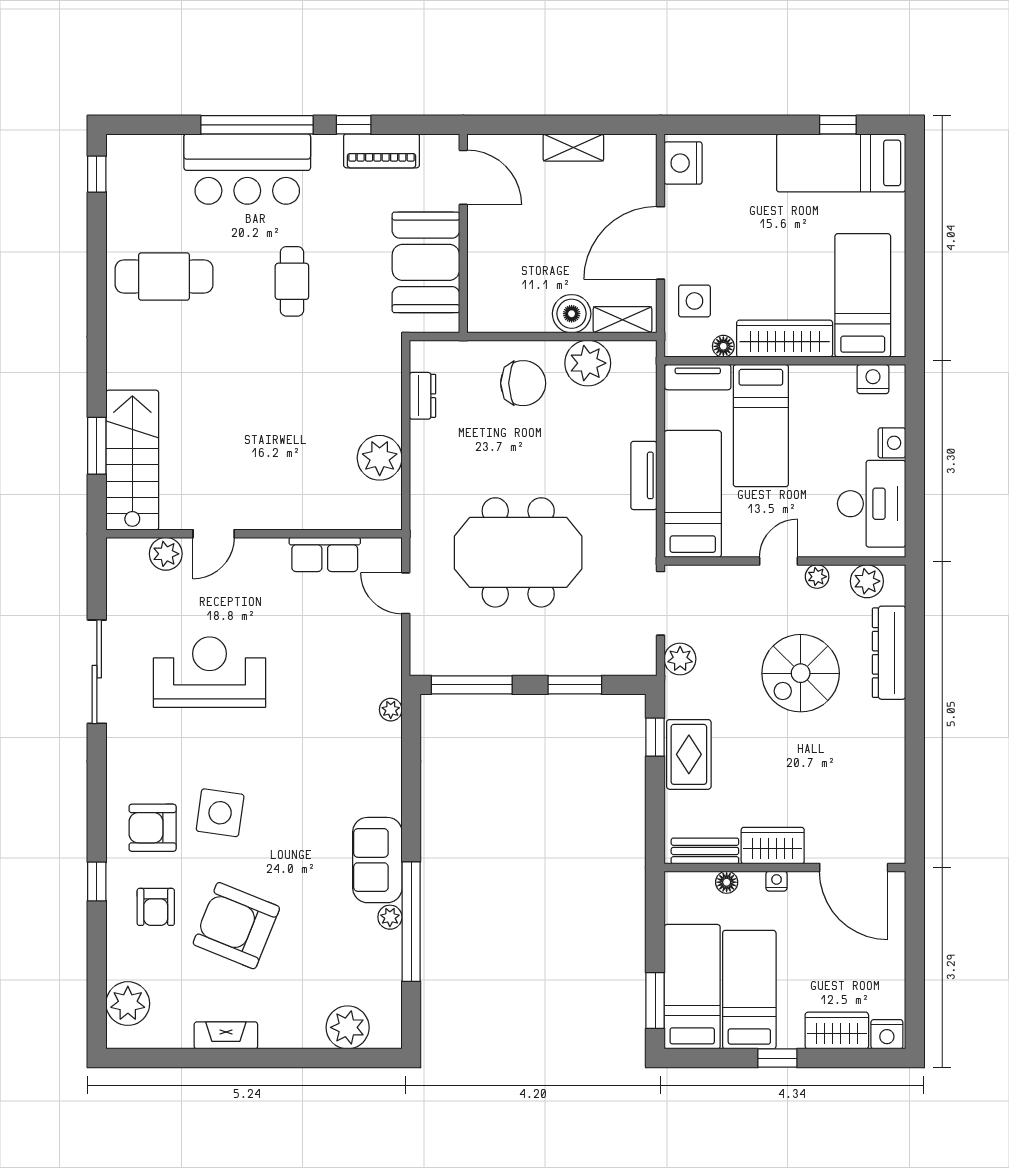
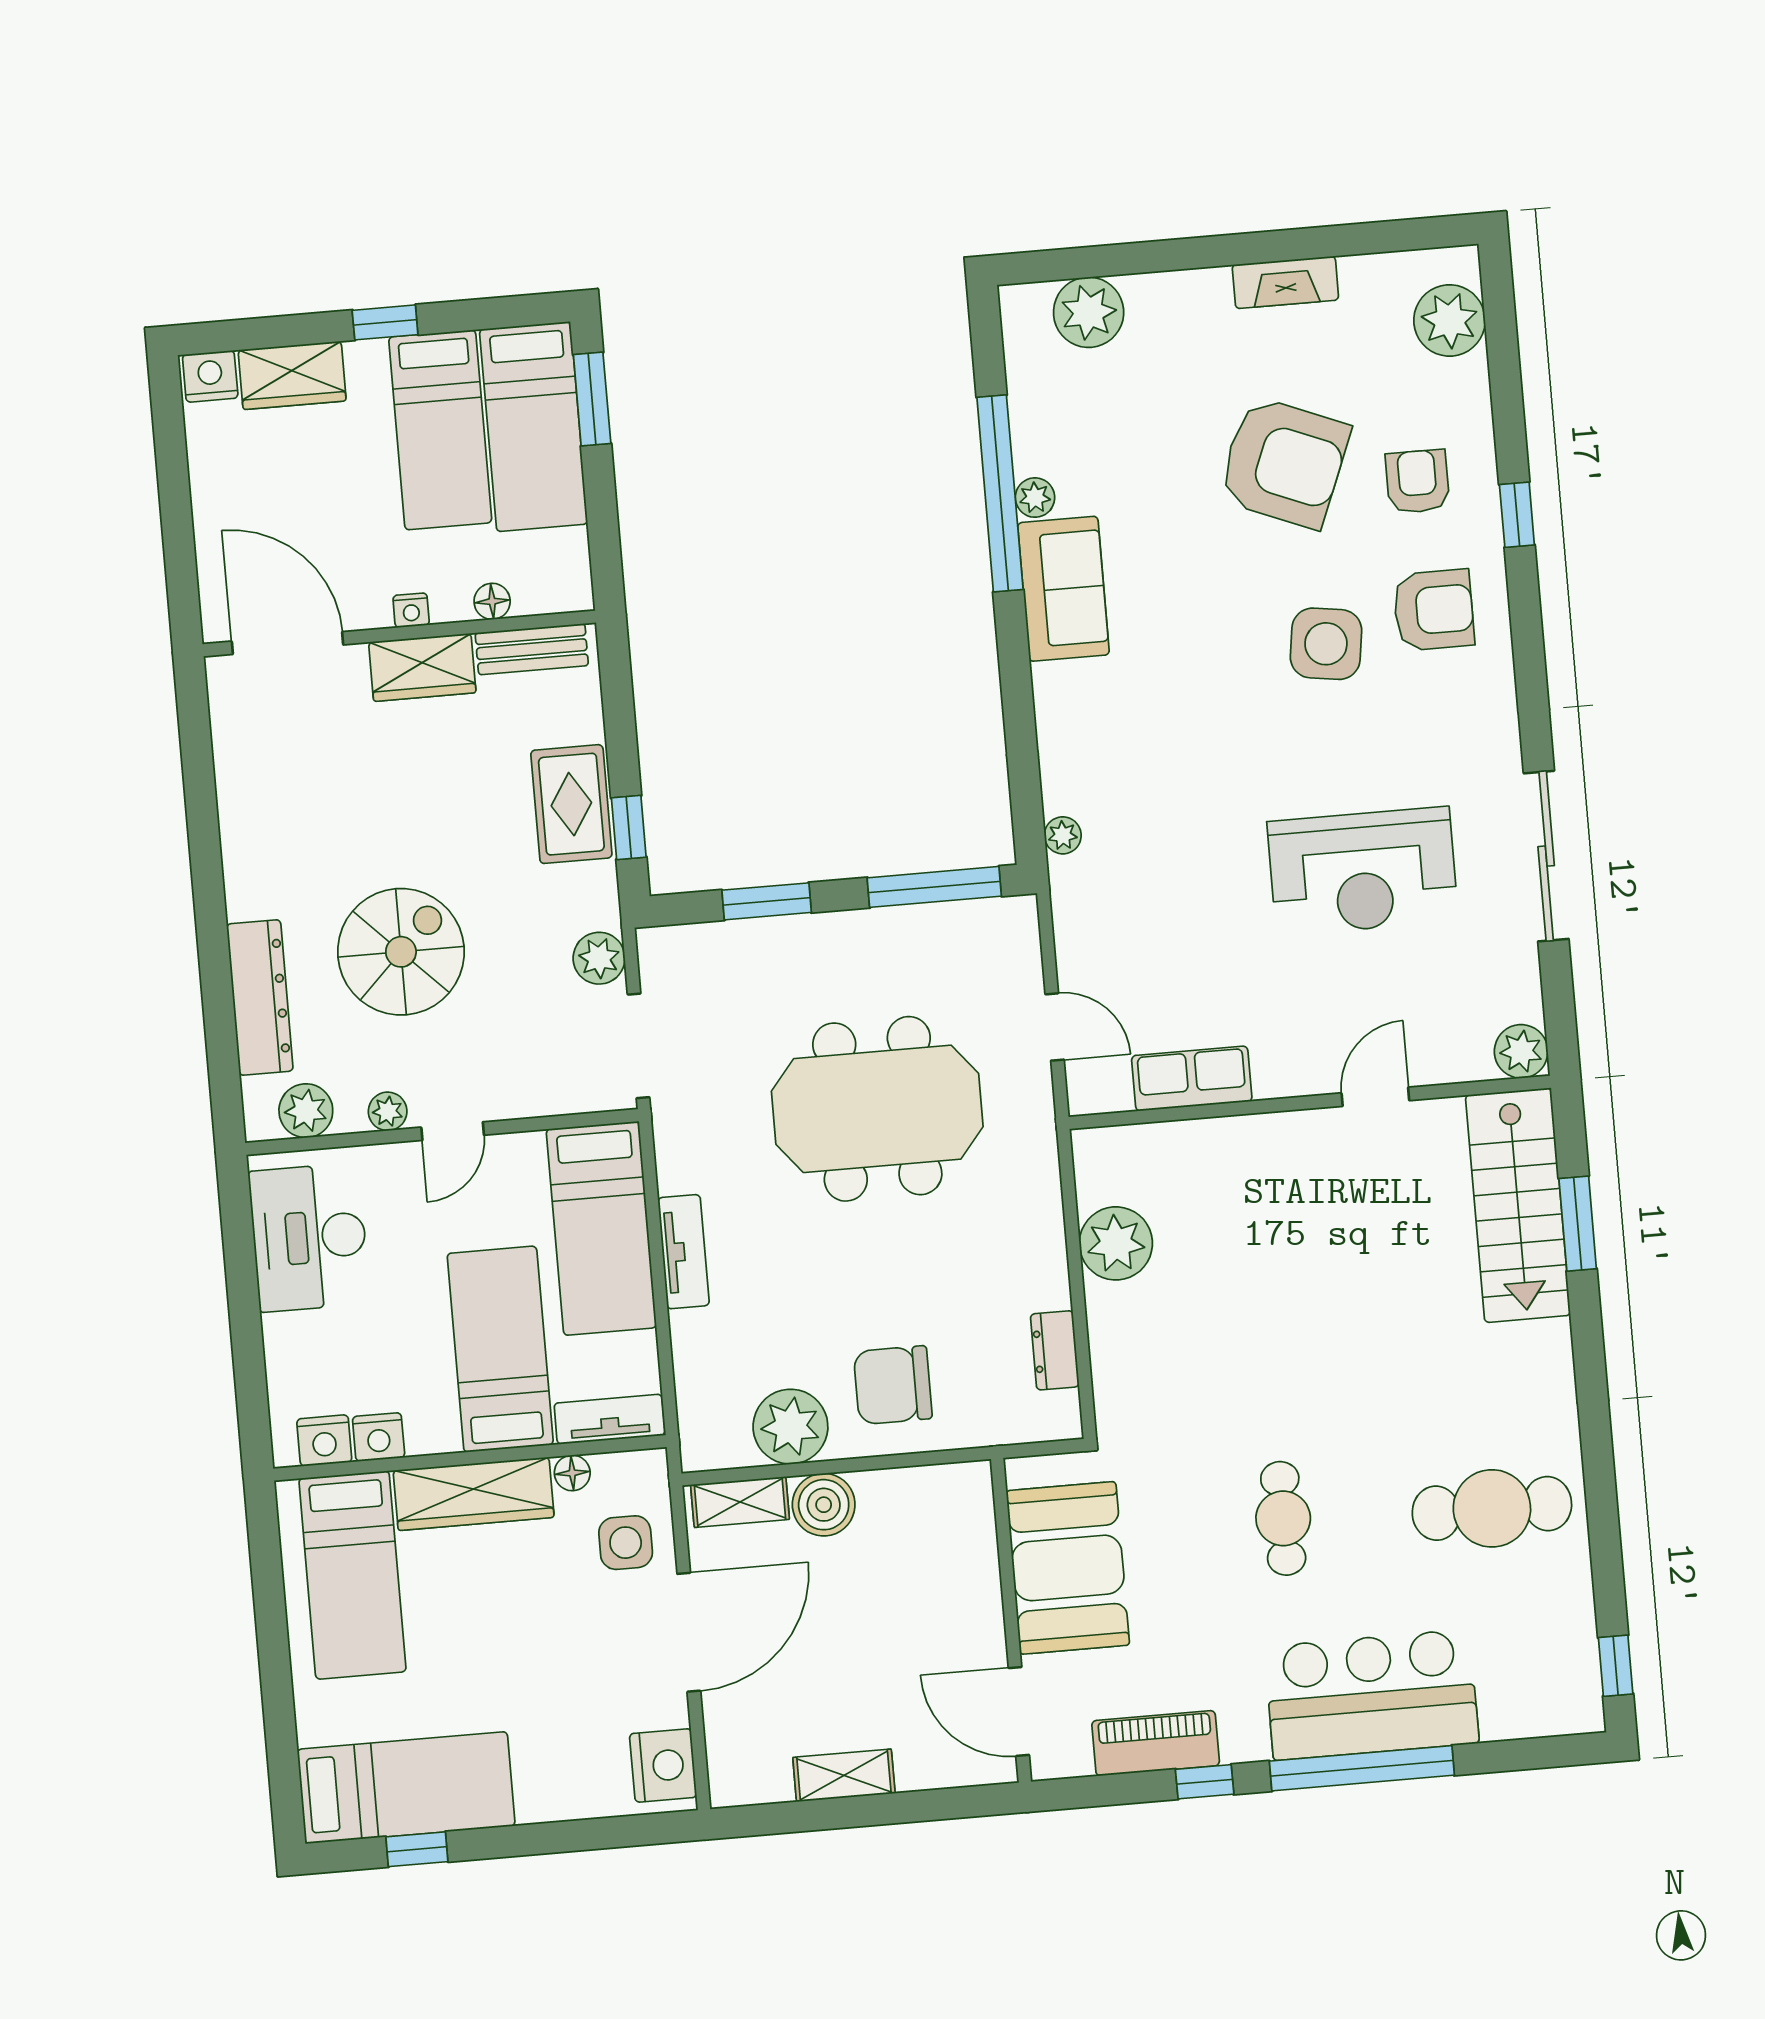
nightstand: (892, 443) -> (379, 1437), moved, turned -90
plant: (166, 554) -> (1521, 1051), moved

